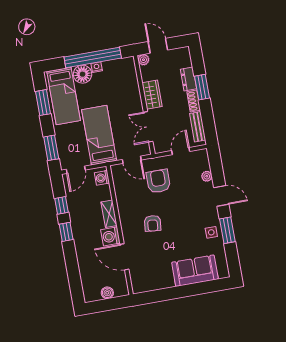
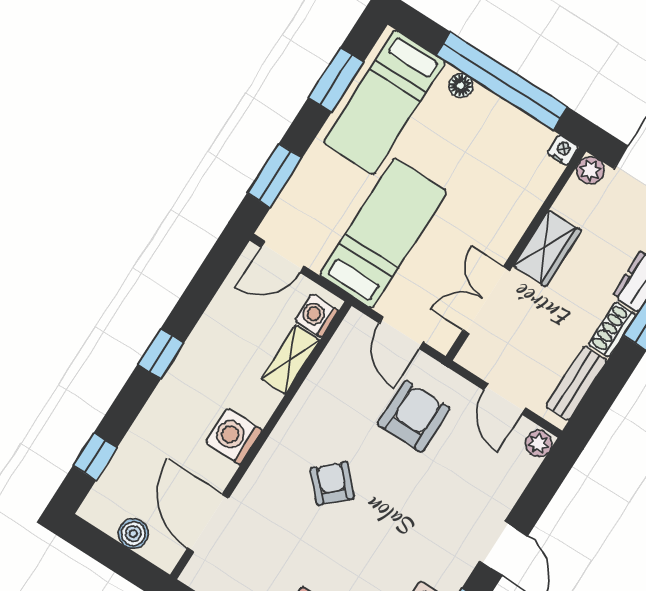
nightstand: (97, 67) -> (563, 150), moved
floor lamp: (83, 74) -> (461, 86), width x0.53, depth x0.53
door: (181, 151) -> (505, 399), swing flipped
plant: (207, 176) -> (539, 444), moved
window: (61, 205) -> (95, 457), moved
shelving: (109, 214) -> (290, 360), moved
armchair: (153, 223) -> (332, 483), turned 131
door: (124, 257) -> (208, 523), moved

